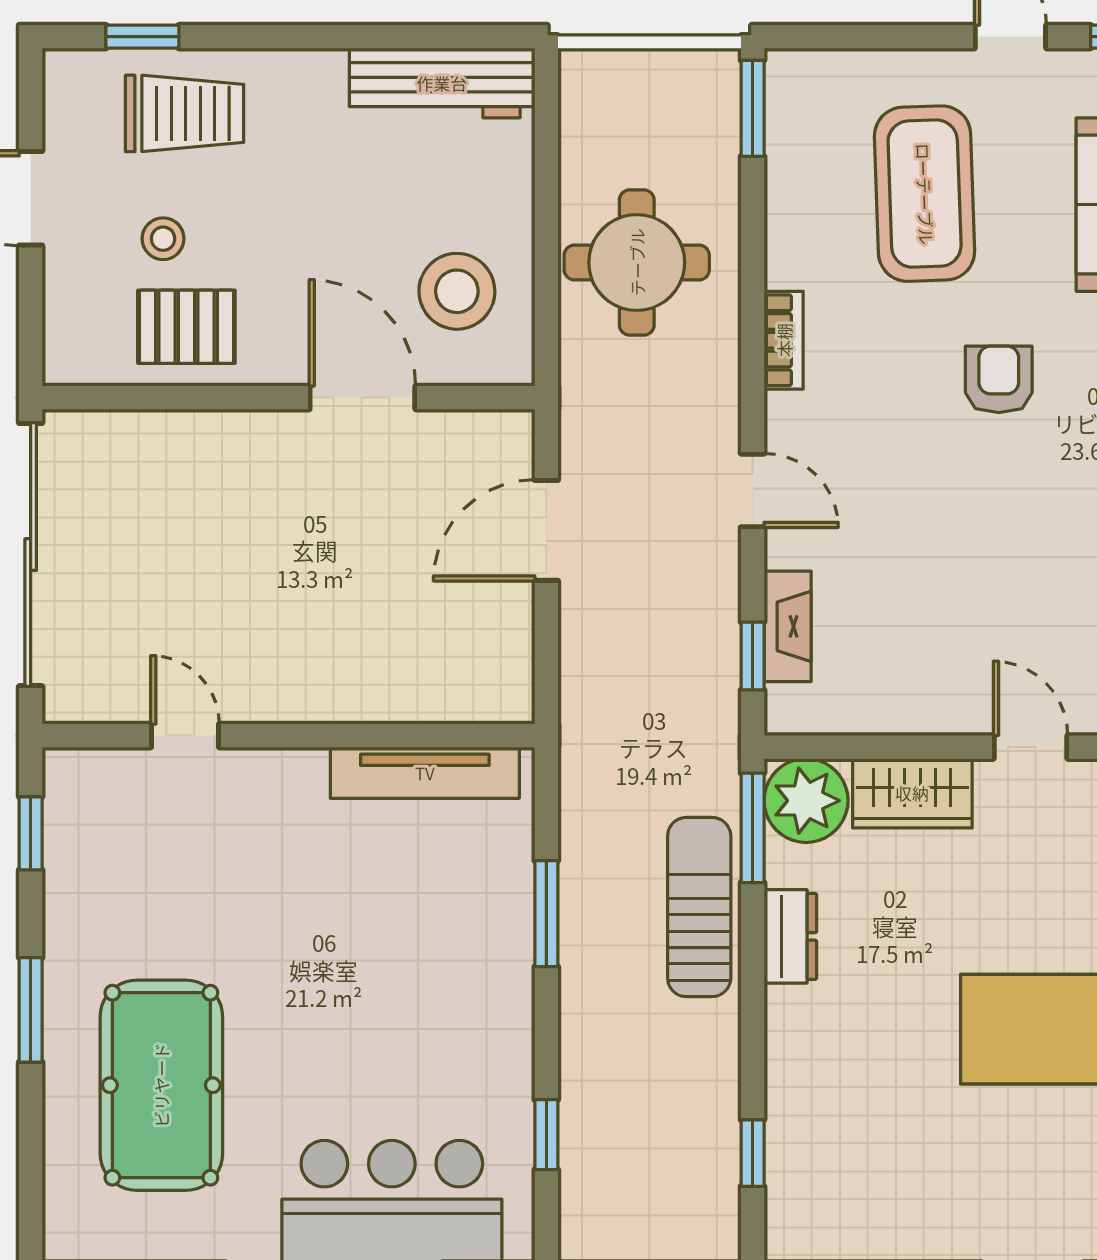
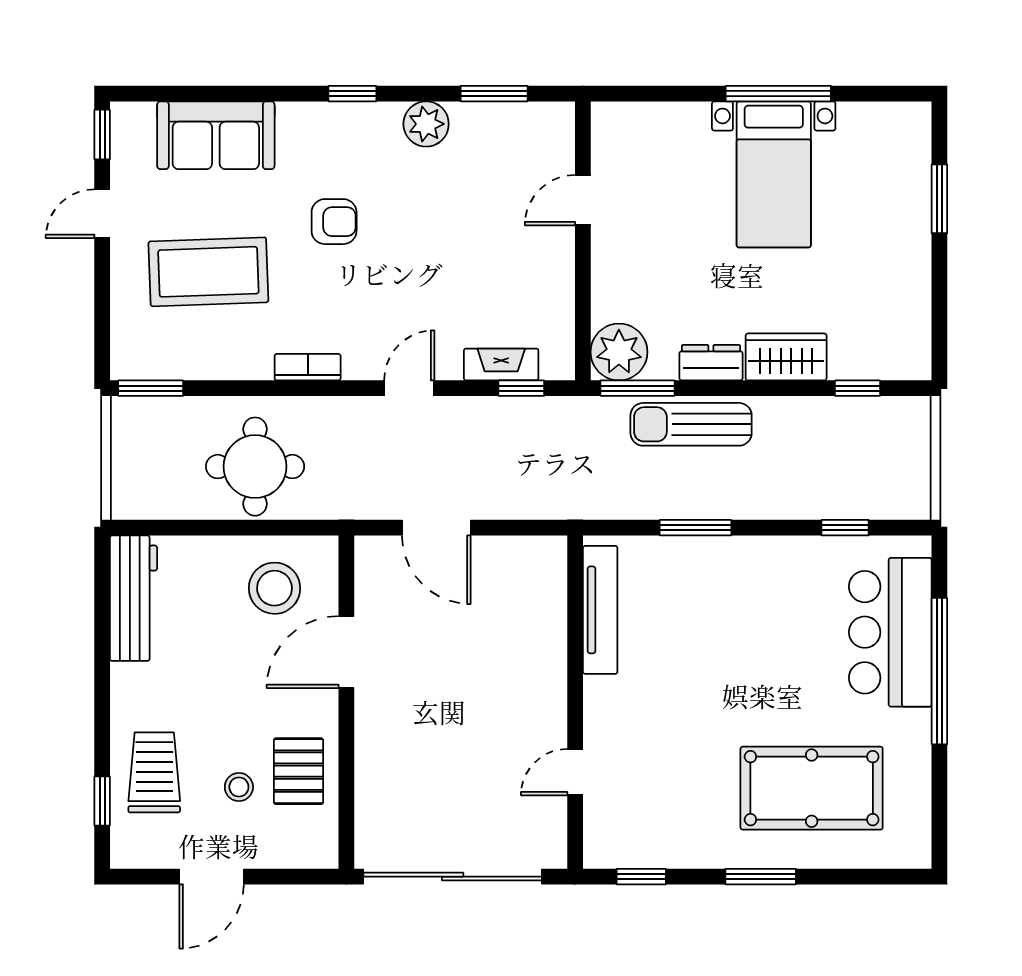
armchair: (999, 379) -> (334, 222), turned 180
wardrobe: (912, 793) -> (786, 357), moved, turned -90

